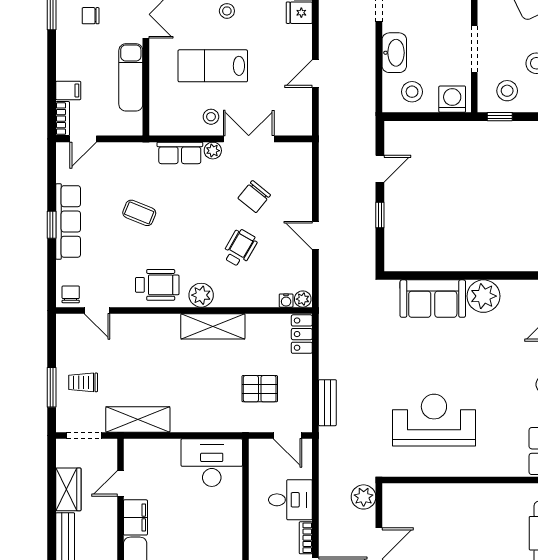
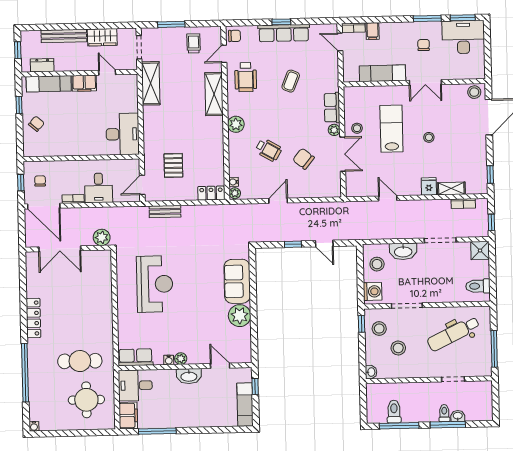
wheelchair: (157, 285) -> (246, 77), moved
shelving: (213, 326) -> (214, 94), moved
trolley: (83, 382) -> (194, 43), moved

